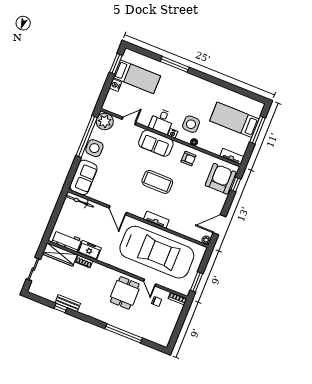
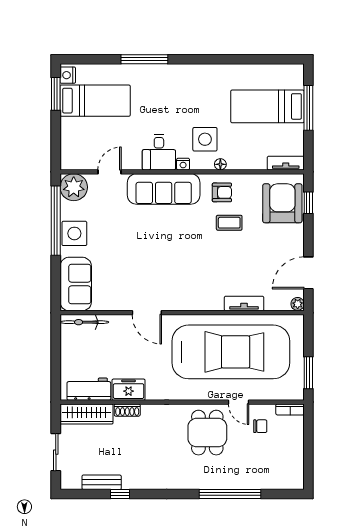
nightstand: (115, 85) -> (68, 75), moved
sofa: (156, 143) -> (164, 189), width x1.36
coffee table: (157, 182) -> (229, 223), moved, width x0.54, depth x0.58
tv unit: (156, 220) -> (244, 304), moved
bench: (68, 303) -> (102, 482), moved

